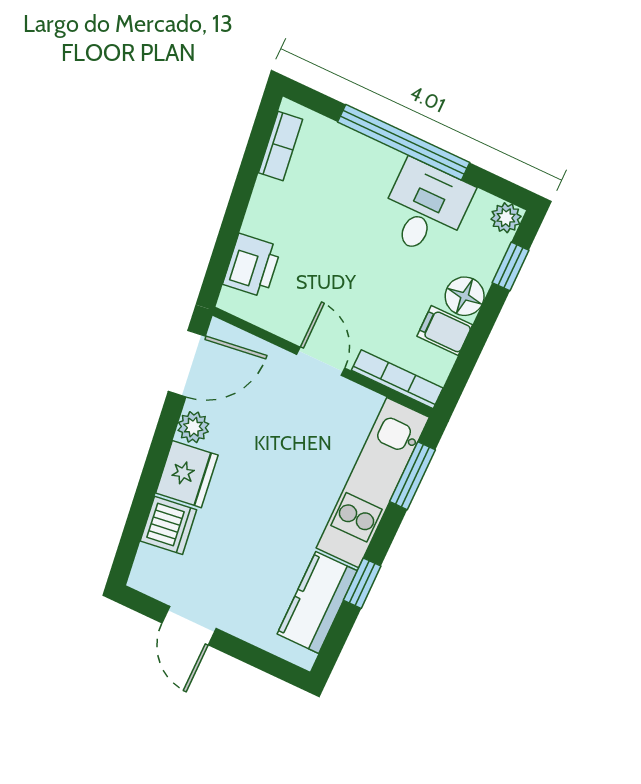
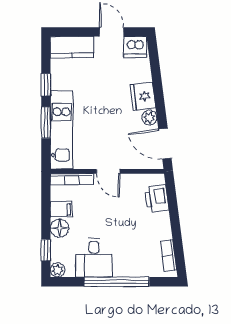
door: (187, 364) -> (165, 144), hinge flipped
window: (413, 476) -> (46, 123), moved
dishwasher: (168, 525) -> (135, 47), moved, turned -83
kitchen counter: (317, 602) -> (72, 47), moved, turned 90

